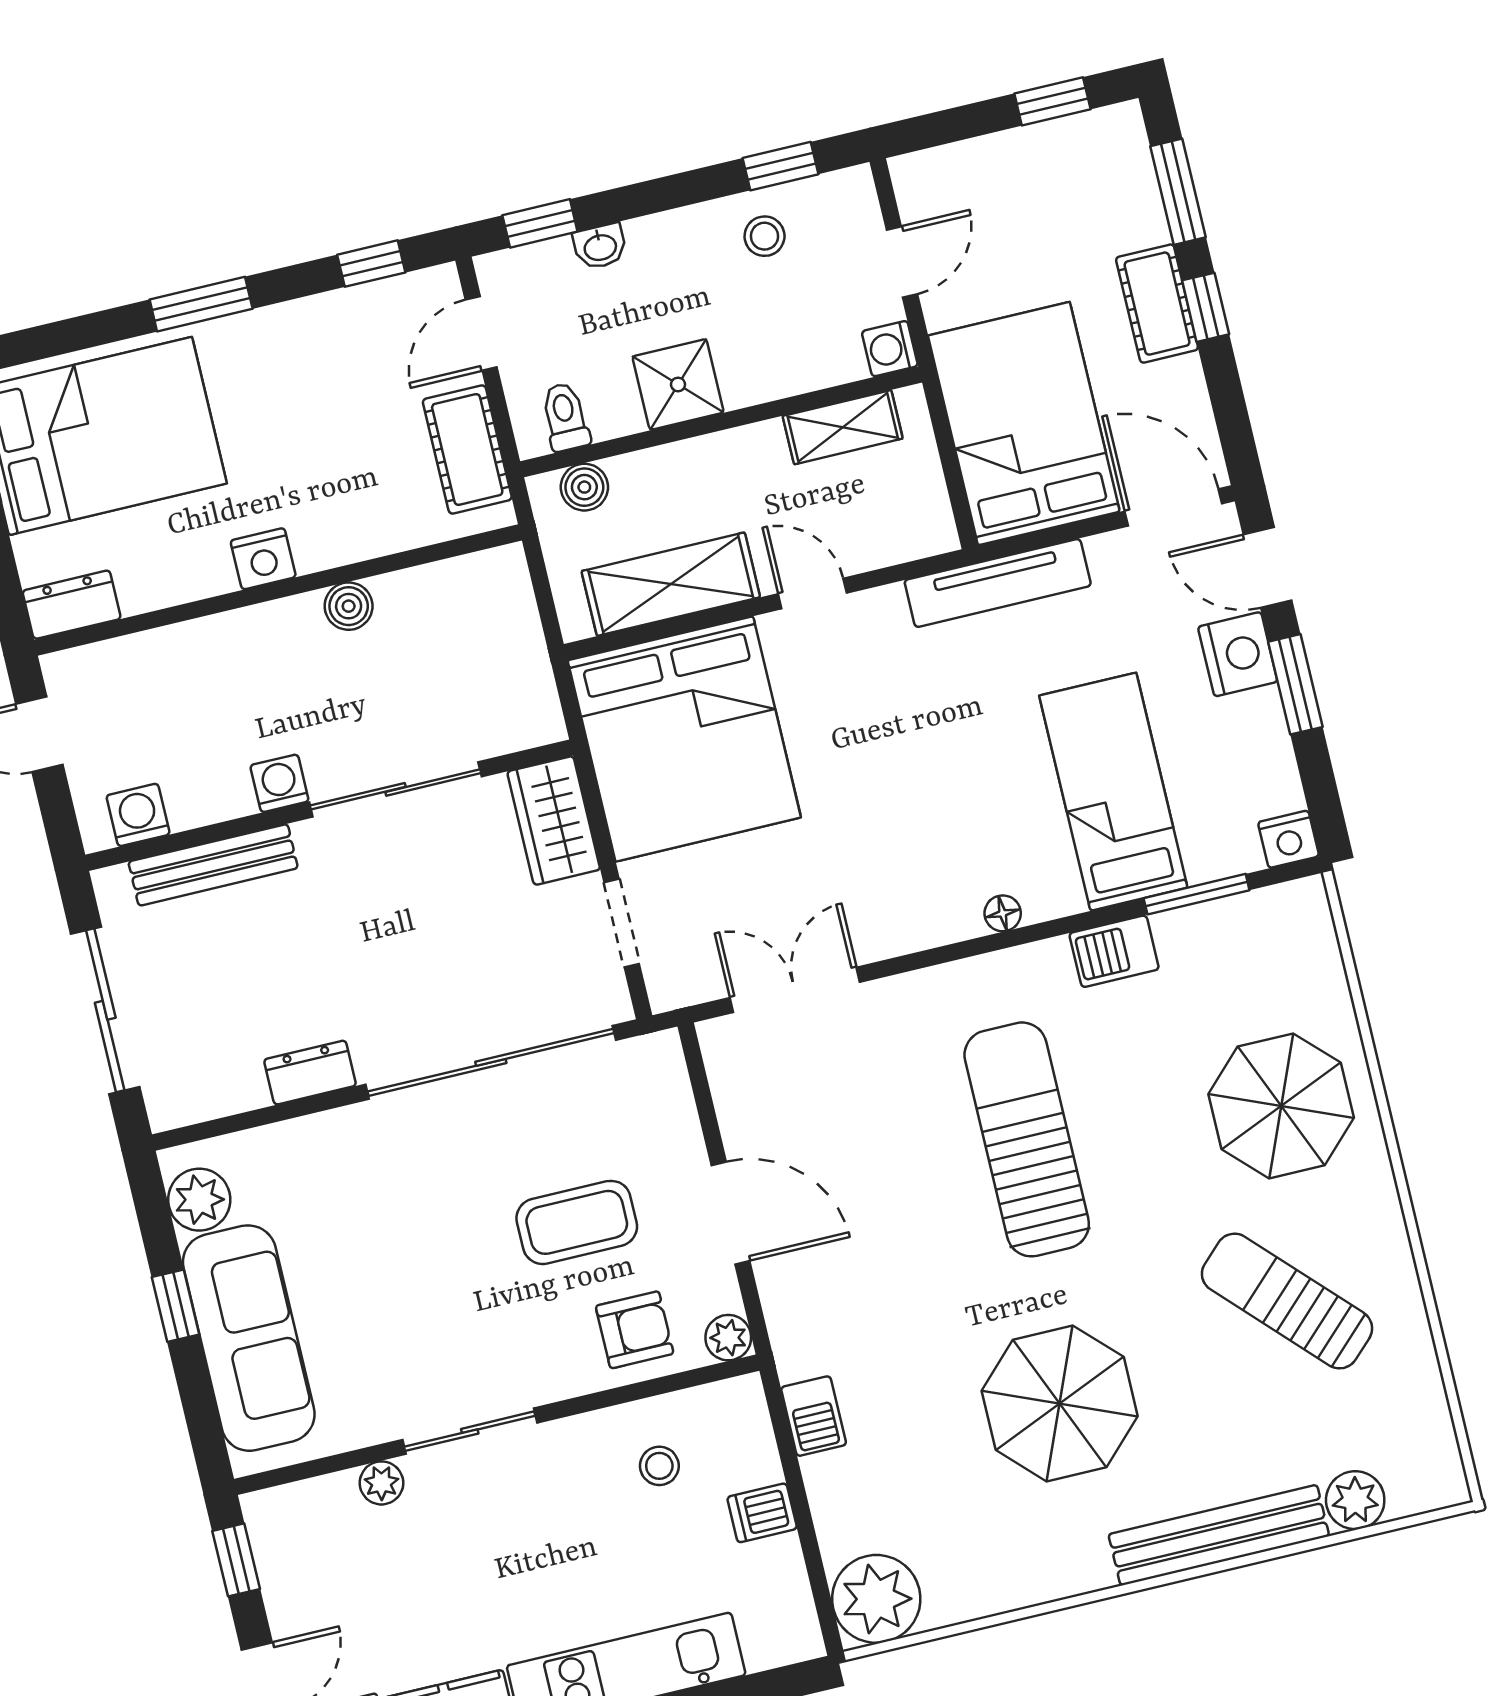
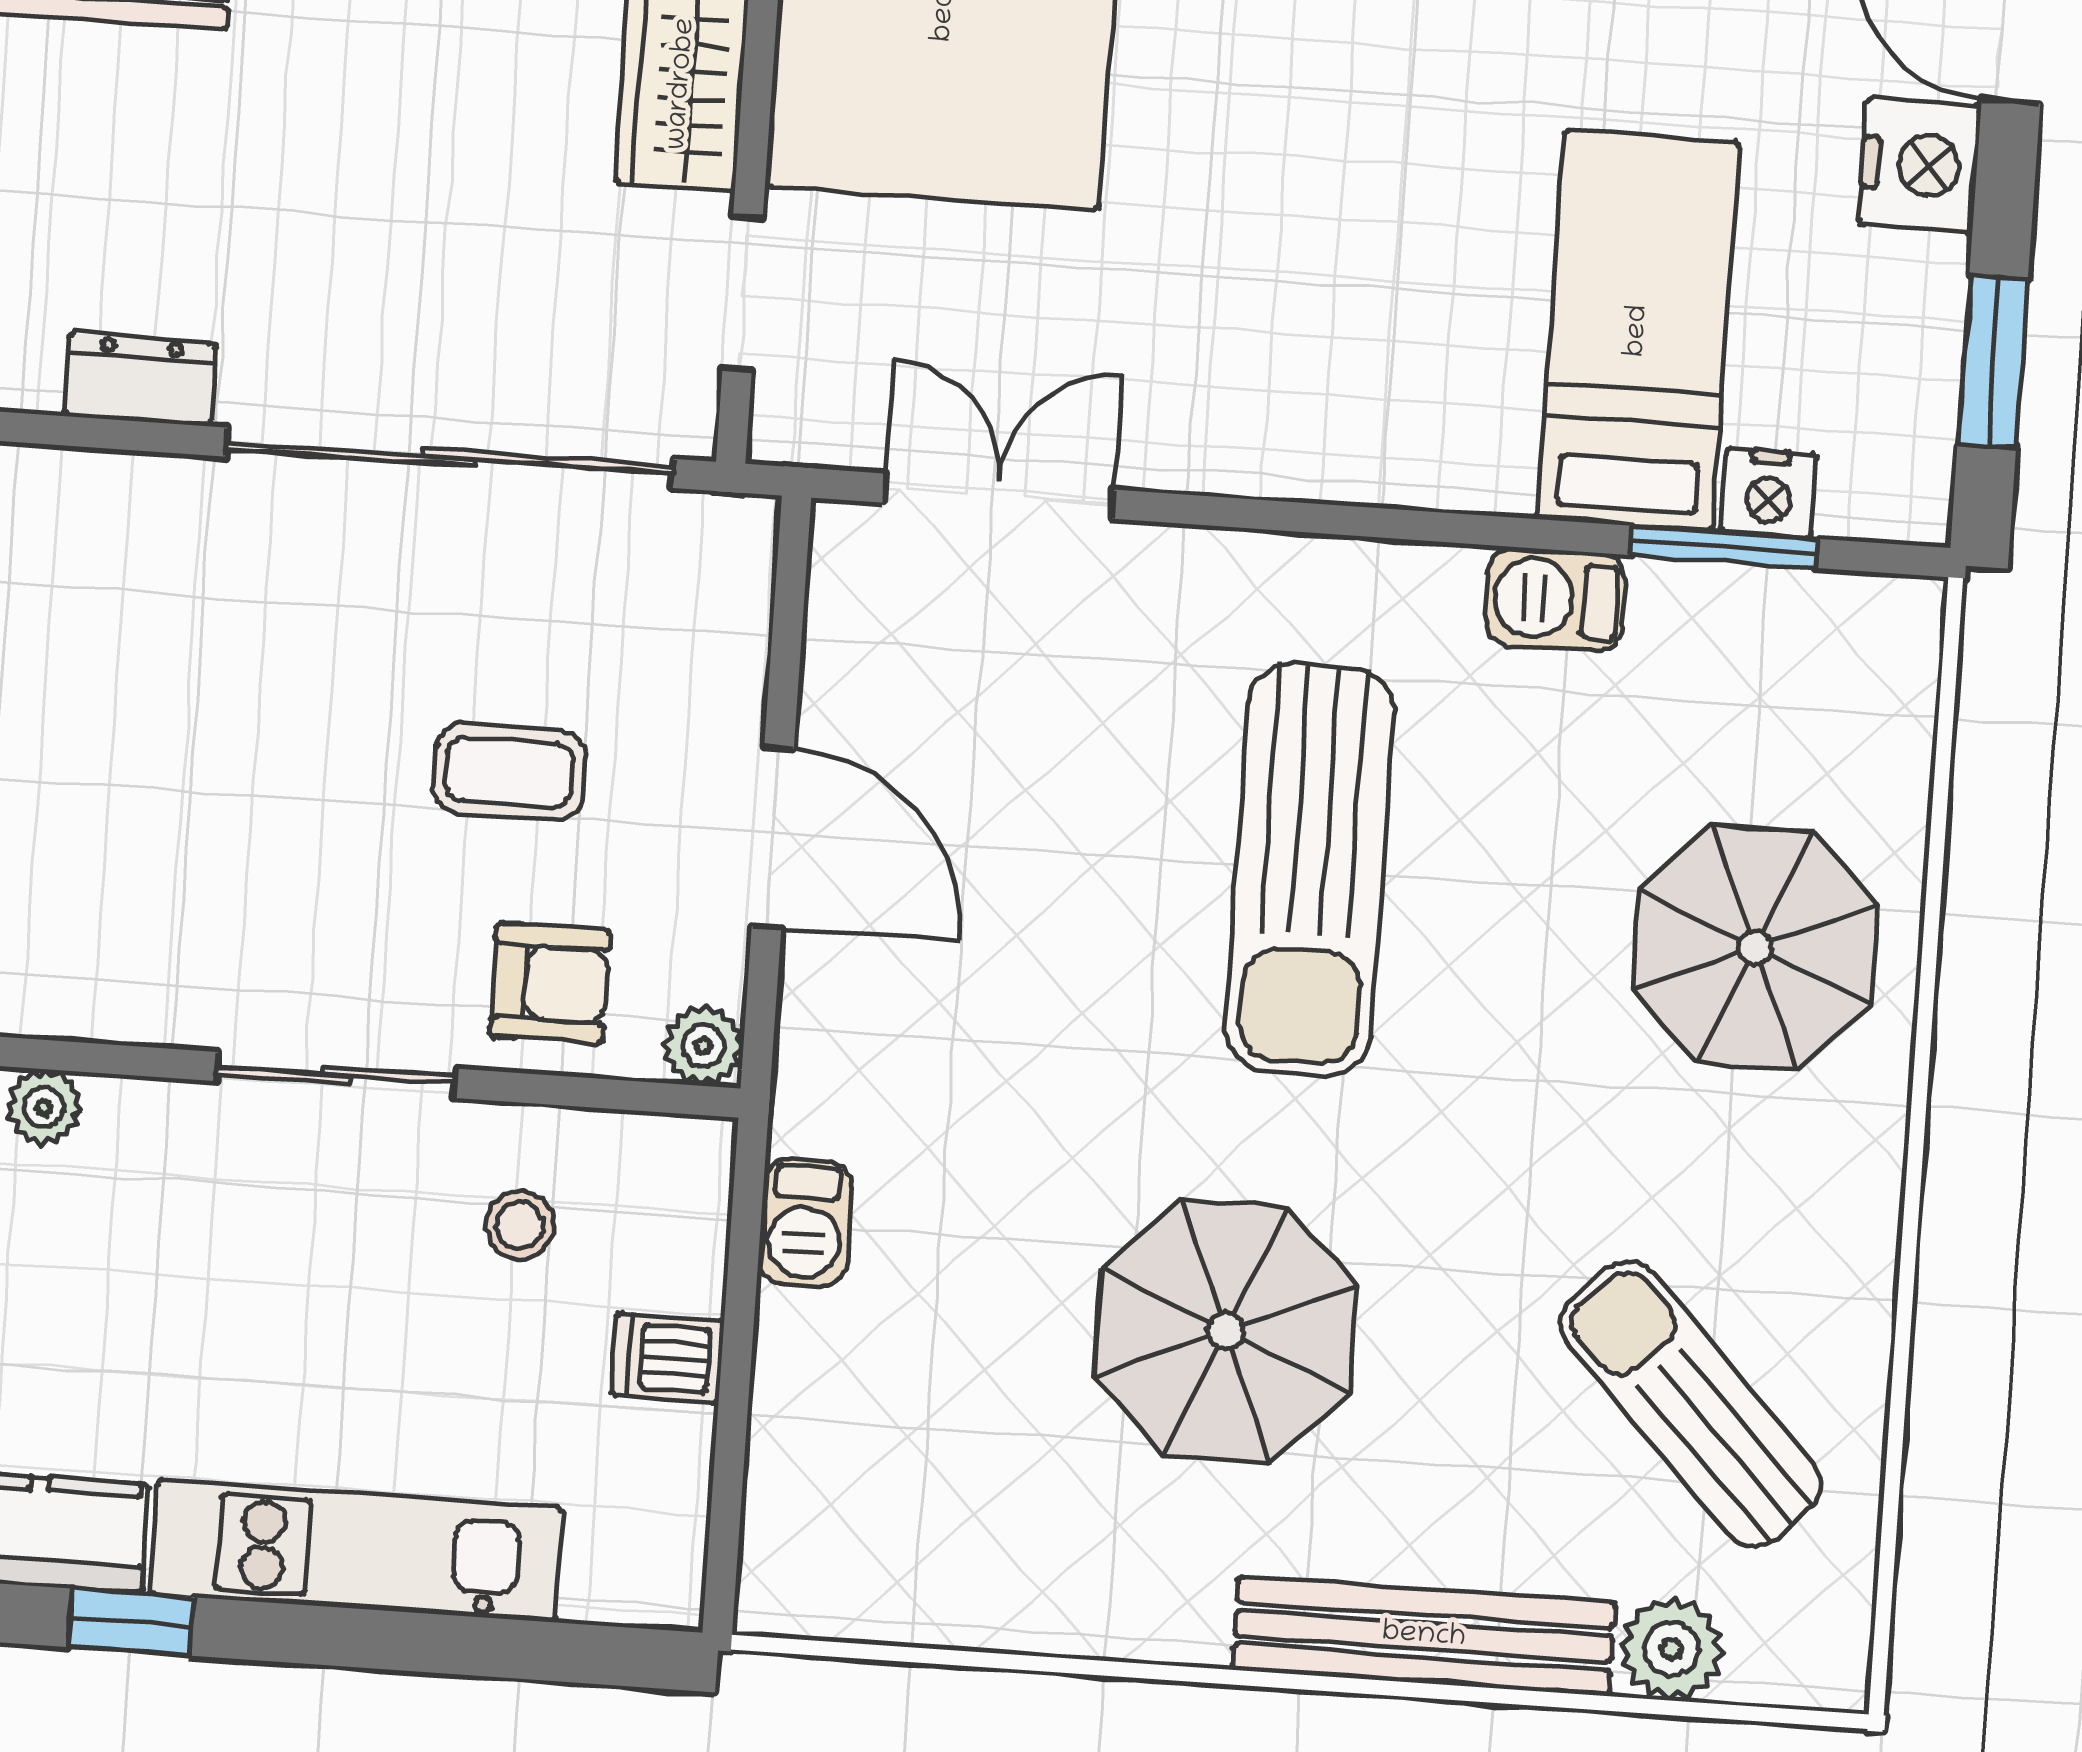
window: (1295, 684) -> (1993, 362), moved
nightstand: (1288, 839) -> (1769, 493), moved
floor lamp: (1003, 913) -> (1388, 477), removed
sun lounger: (1027, 1139) -> (1309, 870), turned 180
coffee table: (577, 1222) -> (509, 772), width x0.73, depth x0.77
sun lounger: (1287, 1301) -> (1691, 1404), moved
sliding door: (470, 1431) -> (336, 1075), moved
plant: (876, 1599) -> (815, 1563), removed

